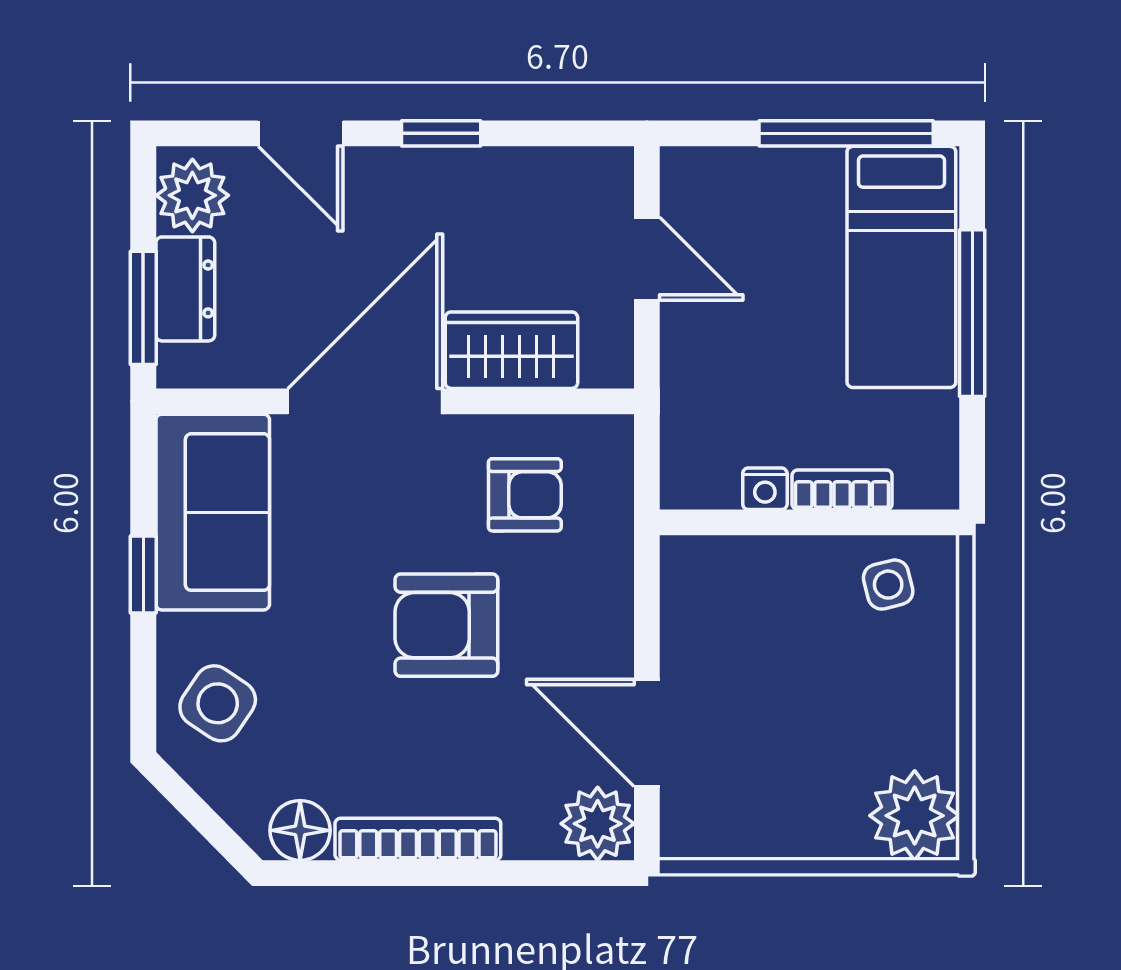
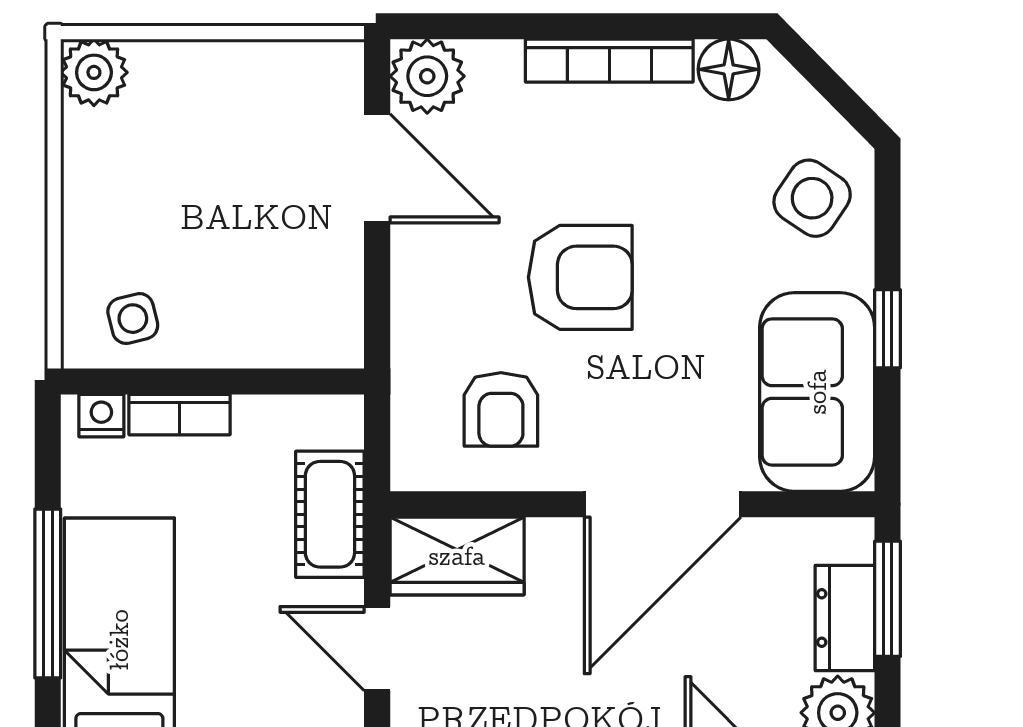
wardrobe: (511, 350) -> (457, 556), moved
cot: (694, 391) -> (330, 514), added
nightstand: (765, 489) -> (101, 416), moved
armchair: (525, 495) -> (501, 409), turned -90
plant: (915, 816) -> (94, 72), width x0.73, depth x0.73

